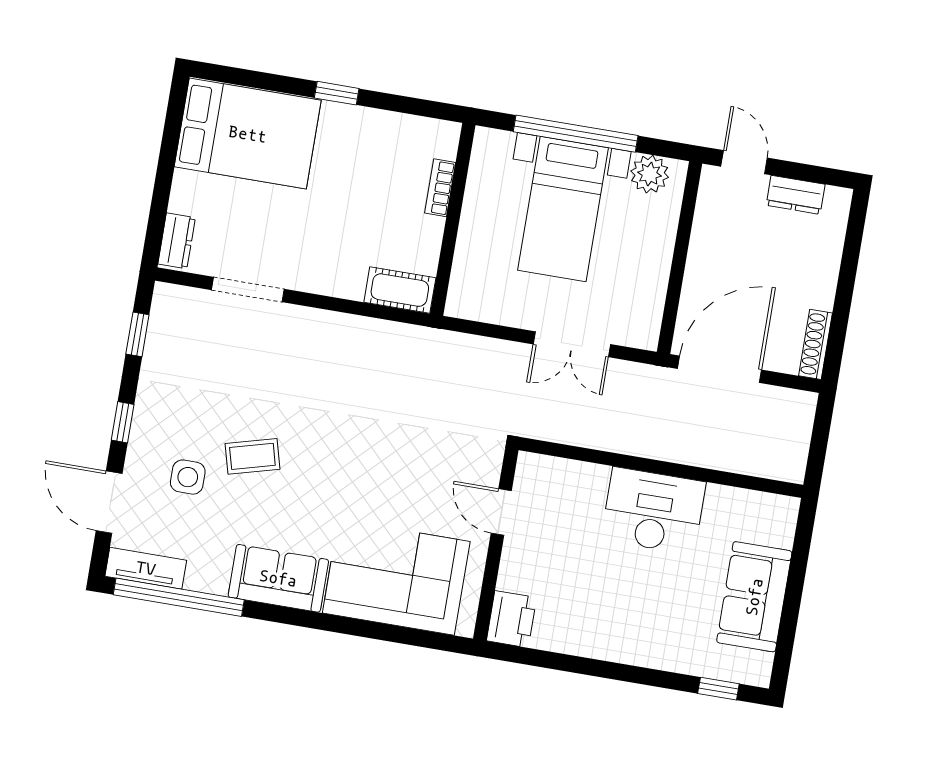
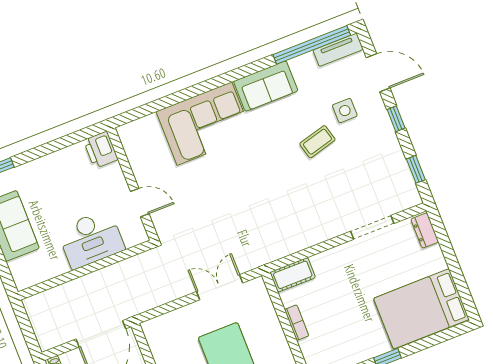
bookcase: (440, 188) -> (297, 323), moved
double door: (572, 344) -> (220, 287), moved
door: (501, 512) -> (140, 203), moved
wall: (496, 544) -> (132, 184), moved
printer: (511, 619) -> (101, 150), moved

